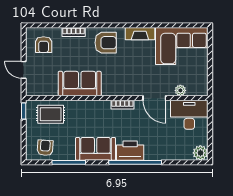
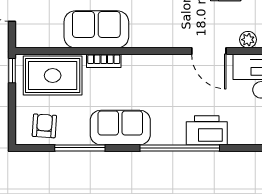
bookcase: (122, 105) -> (104, 61), moved
rug: (51, 114) -> (53, 76), width x1.36, depth x1.43
printer: (130, 151) -> (207, 130), moved

